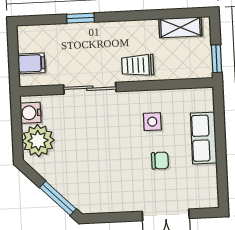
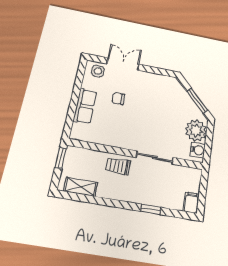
filing cabinet: (31, 63) -> (191, 203), moved, turned 90
trolley: (138, 65) -> (118, 166), turned 180
side table: (152, 122) -> (98, 71), moved
window: (58, 198) -> (197, 101), moved

